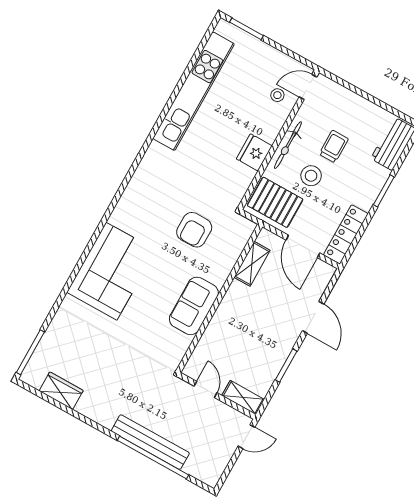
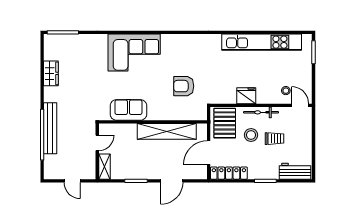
shelving: (252, 264) -> (167, 131), width x2.20, depth x1.33
sofa: (194, 306) -> (128, 110), moved
wardrobe: (61, 391) -> (51, 73), moved
door: (246, 437) -> (72, 181), moved

